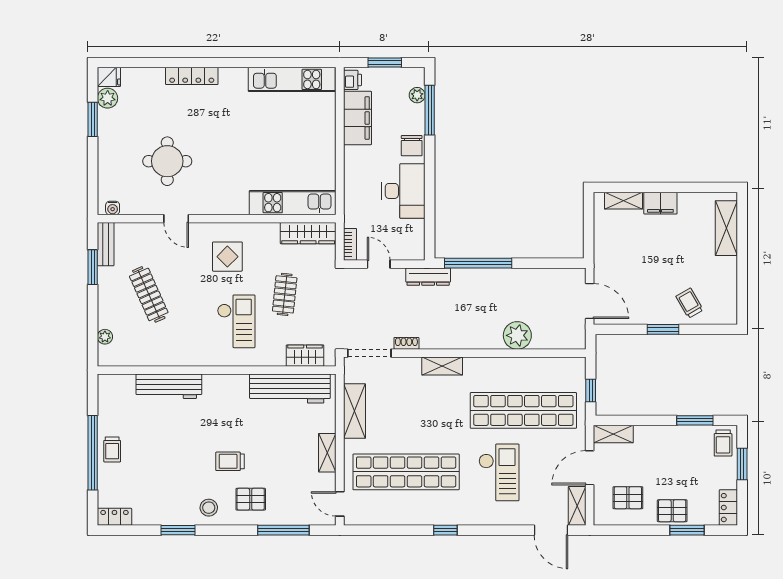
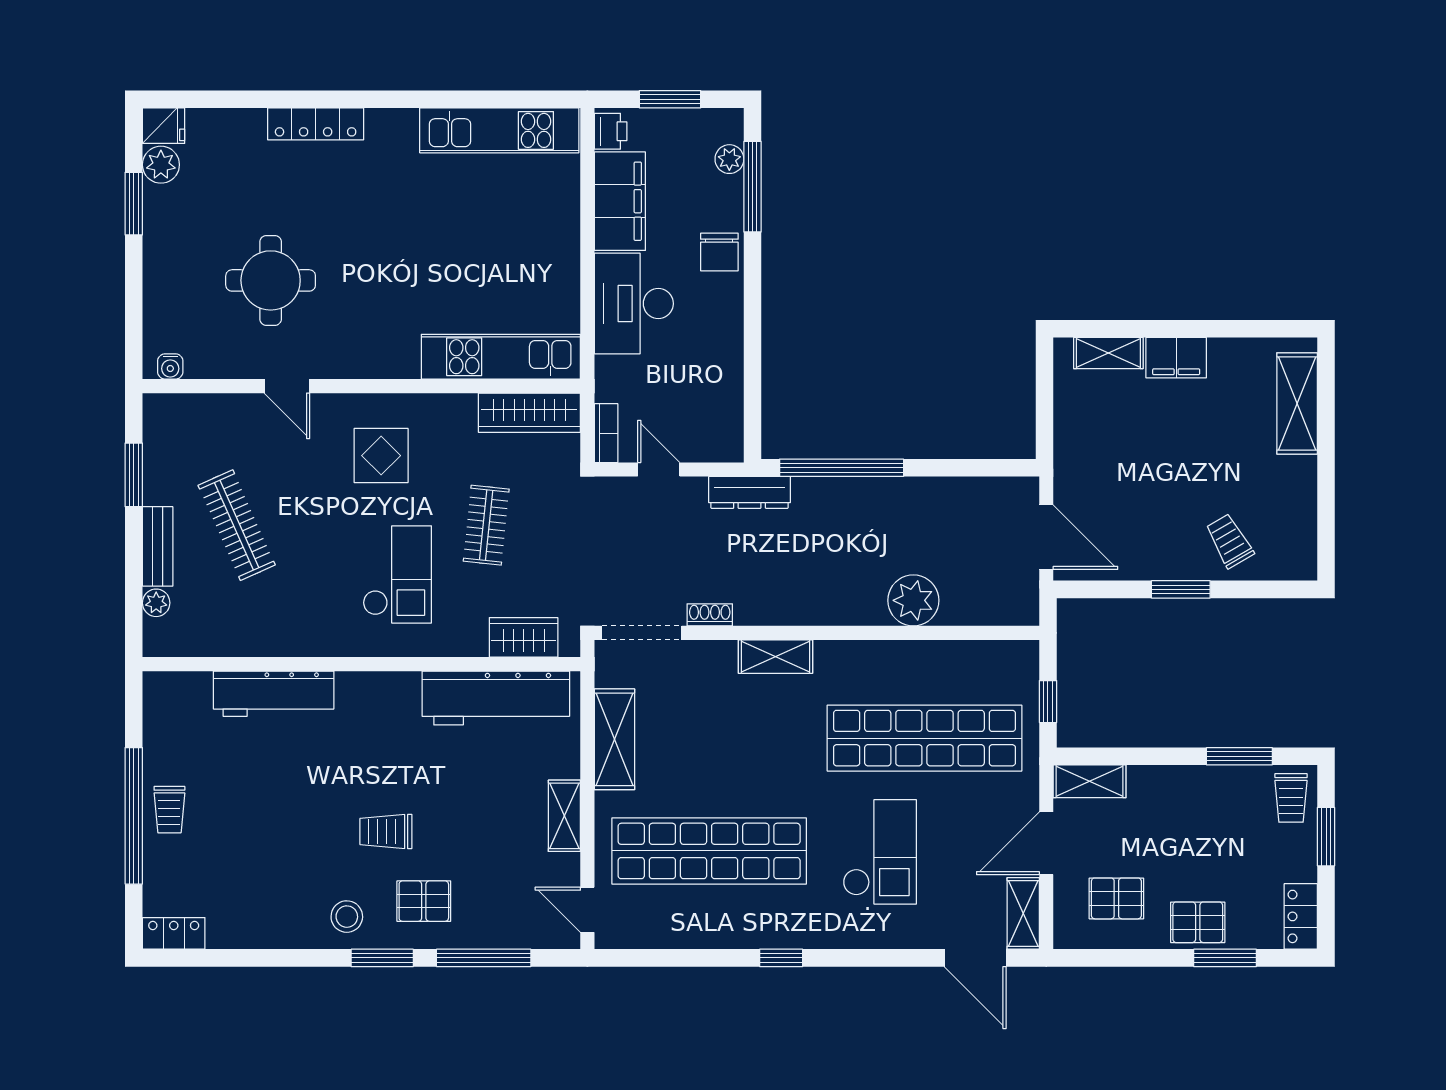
desk: (403, 191) -> (634, 304), moved, turned 180
bench: (106, 244) -> (158, 546), moved
window: (178, 530) -> (382, 958), moved

